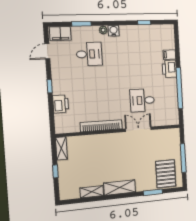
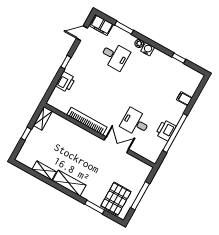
printer: (169, 69) -> (166, 130), moved

